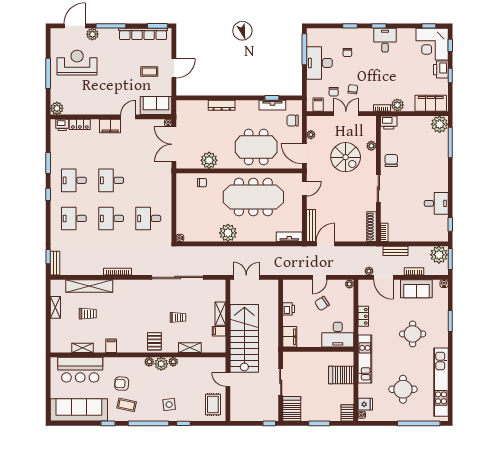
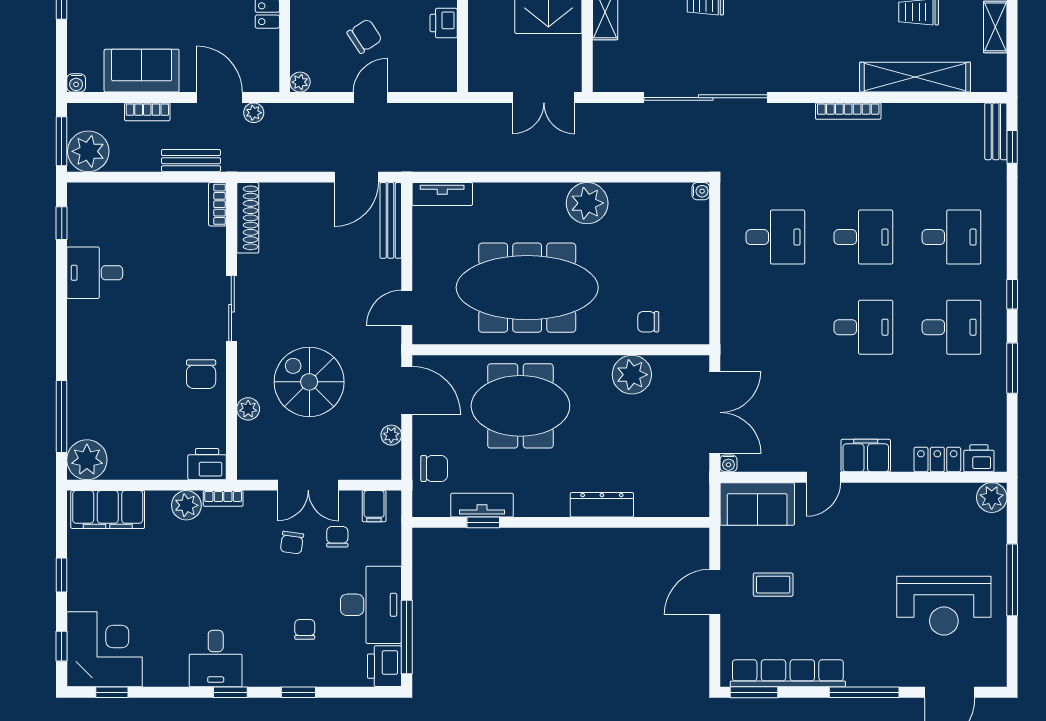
plant: (92, 34) -> (907, 673), removed
printer: (441, 70) -> (384, 666), moved, turned 180

